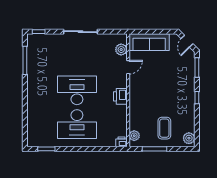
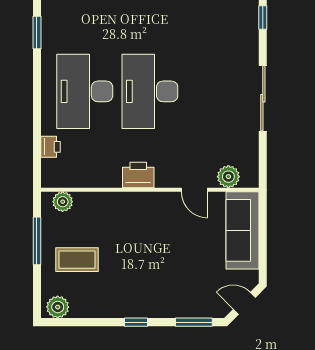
desk: (77, 90) -> (150, 91), turned 180
printer: (121, 142) -> (51, 147), moved

